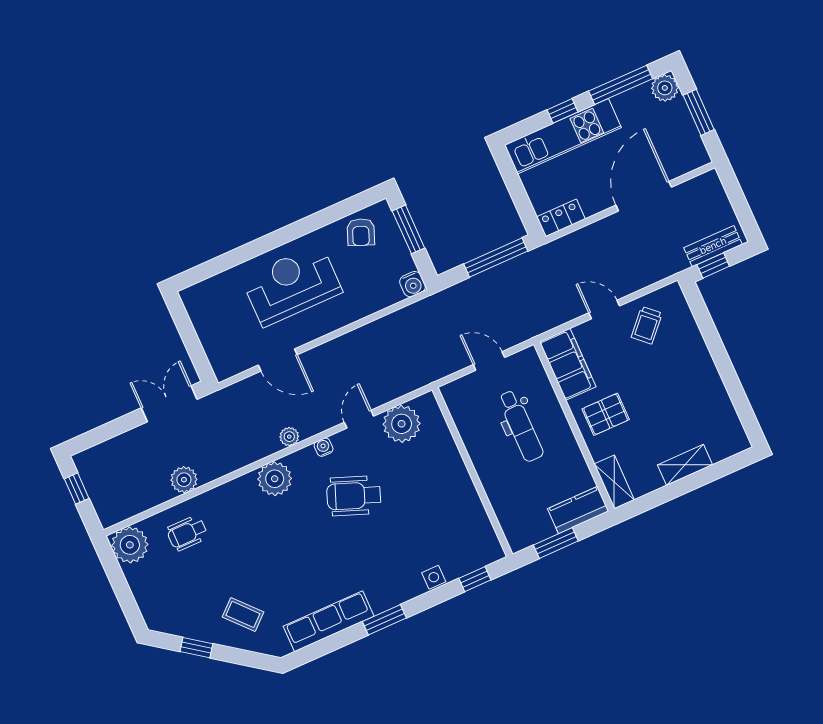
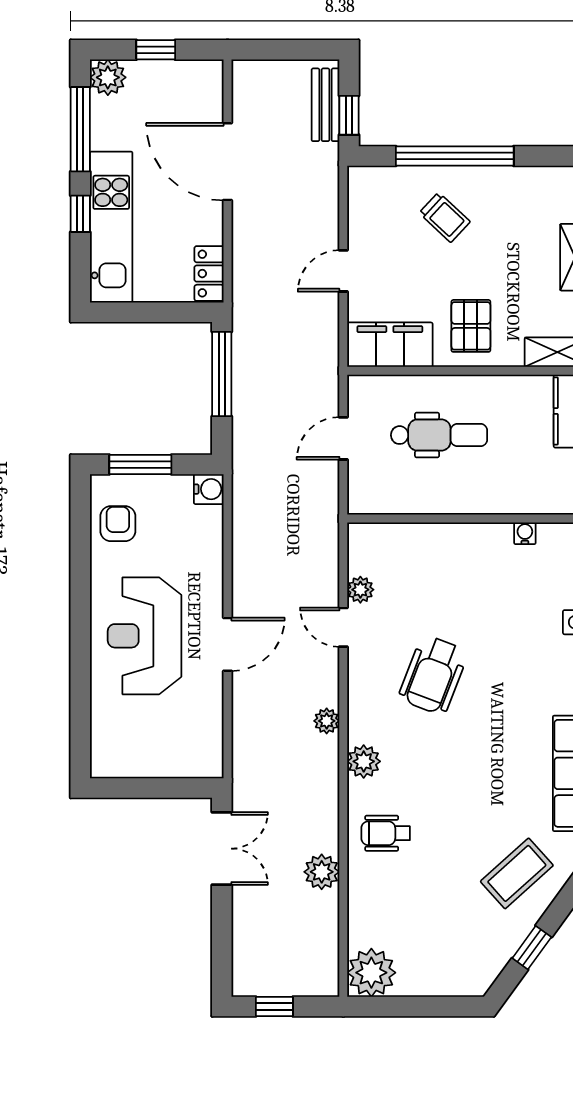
window: (699, 112) -> (156, 50), width x0.67
armchair: (361, 232) -> (118, 524), turned -112
trolley: (647, 325) -> (445, 217), moved
window: (718, 351) -> (455, 156), added
door: (278, 360) -> (228, 644), moved
double door: (169, 404) -> (222, 849), swing flipped
plant: (402, 424) -> (360, 590), width x0.53, depth x0.53
water cooler: (324, 447) -> (525, 533), moved, turned 90
plant: (275, 479) -> (364, 761), width x0.73, depth x0.73
wheelchair: (187, 533) -> (386, 833), moved, turned 90
coffee table: (243, 614) -> (517, 873), width x1.36, depth x1.30

